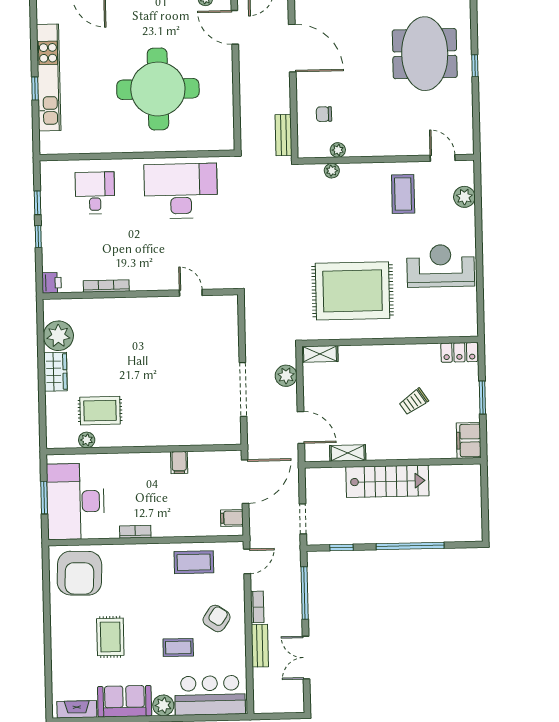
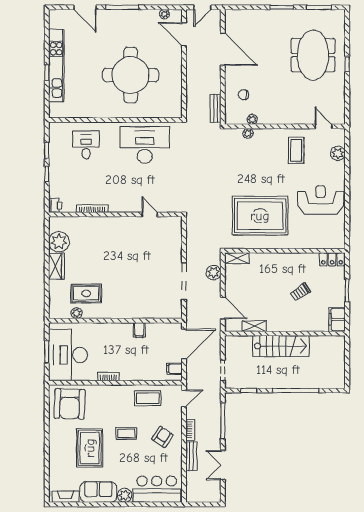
rug: (110, 637) -> (90, 448), width x1.36, depth x1.43
coffee table: (178, 648) -> (126, 433), moved

